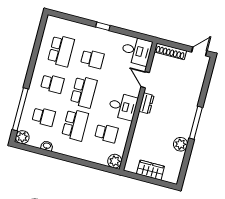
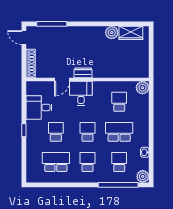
desk: (137, 51) -> (39, 107), moved, turned -90
school desk: (84, 92) -> (88, 132), width x0.54
desk: (123, 106) -> (81, 93), moved
window: (196, 123) -> (52, 24), moved
wardrobe: (150, 170) -> (131, 33), moved, turned -90

